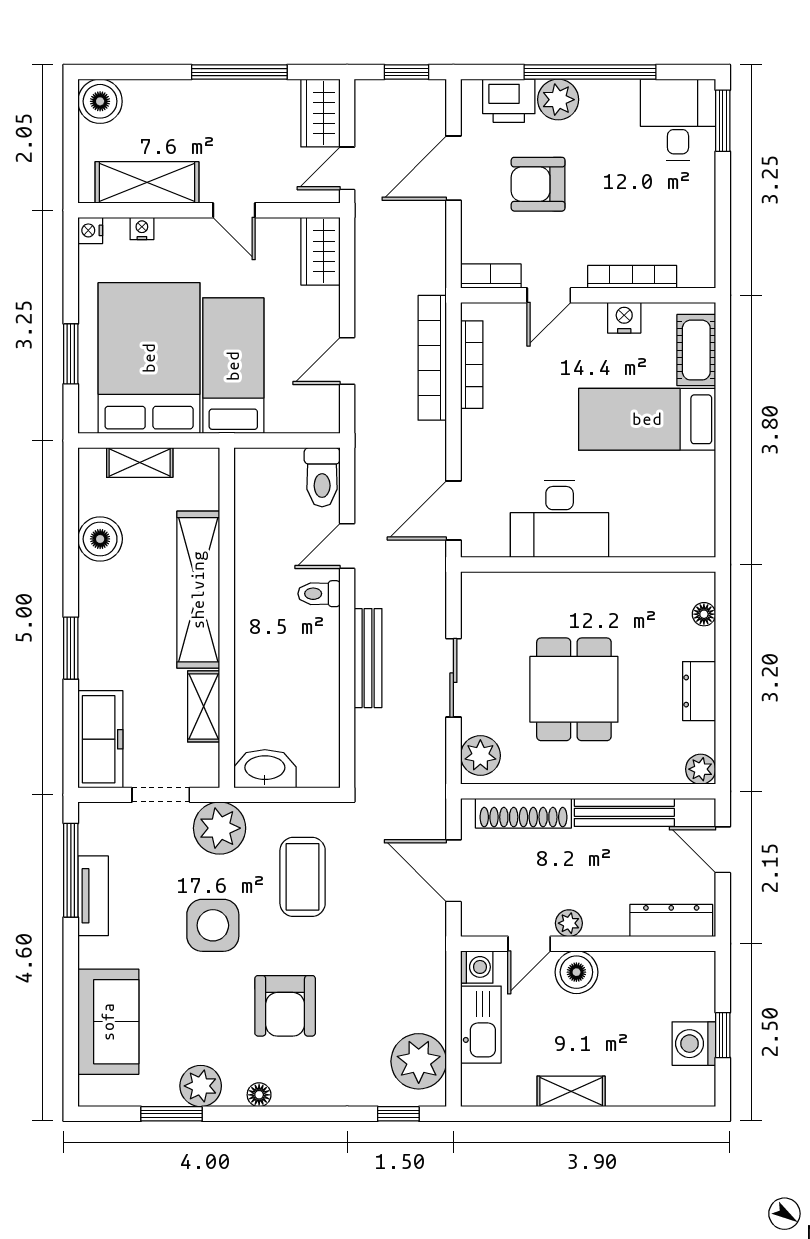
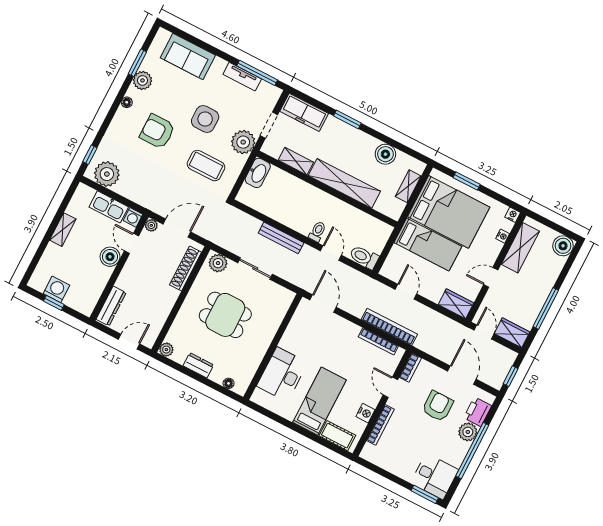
desk: (560, 519) -> (282, 374), moved
bench: (624, 812) -> (165, 310), removed
plant: (569, 923) -> (151, 225), moved

